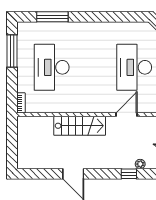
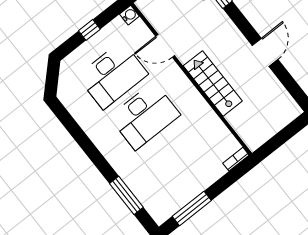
desk: (52, 67) -> (145, 116), moved

